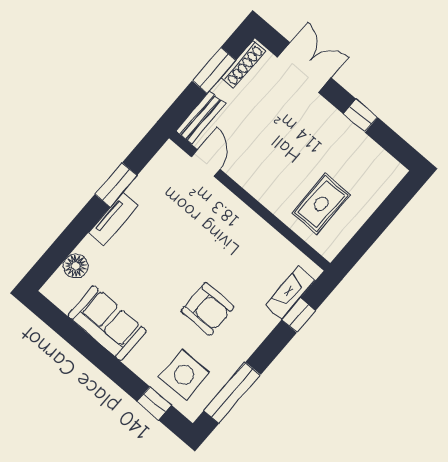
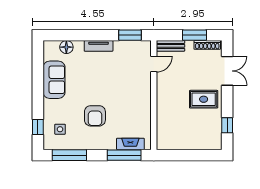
window: (360, 116) -> (227, 125), moved
window: (116, 185) -> (130, 35), moved
rug: (321, 204) -> (204, 99), moved
window: (299, 315) -> (124, 155), width x2.17
side table: (184, 375) -> (60, 129), width x0.54, depth x0.54

